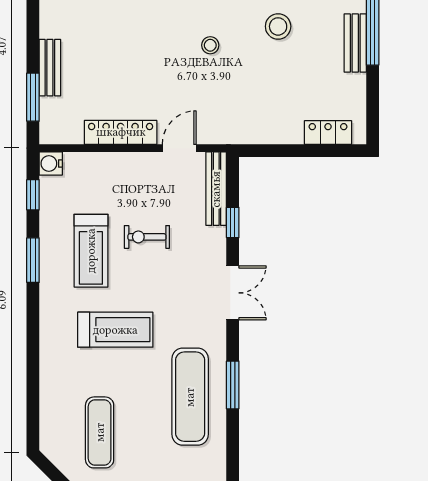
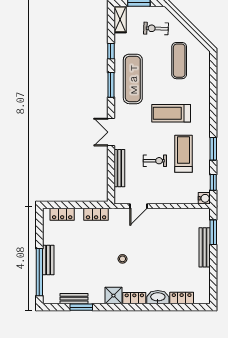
stool: (278, 26) -> (88, 268), removed
bench: (50, 68) -> (205, 247), width x1.36
locker: (121, 132) -> (96, 214), moved, width x0.66
bench: (216, 189) -> (119, 168), moved
window: (233, 222) -> (111, 51), moved

